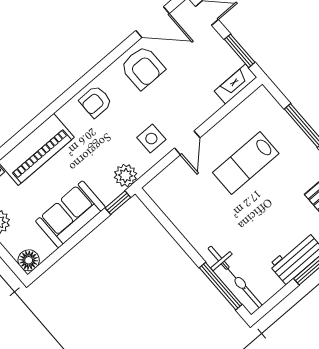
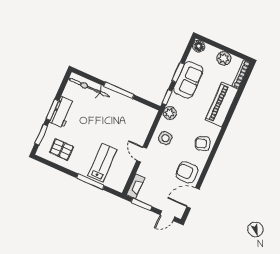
armchair: (96, 102) -> (203, 144), turned -110
door: (187, 143) -> (142, 154), moved
lab bench: (246, 163) -> (102, 163), moved
window: (82, 234) -> (178, 72), added
window: (221, 286) -> (119, 90), moved

